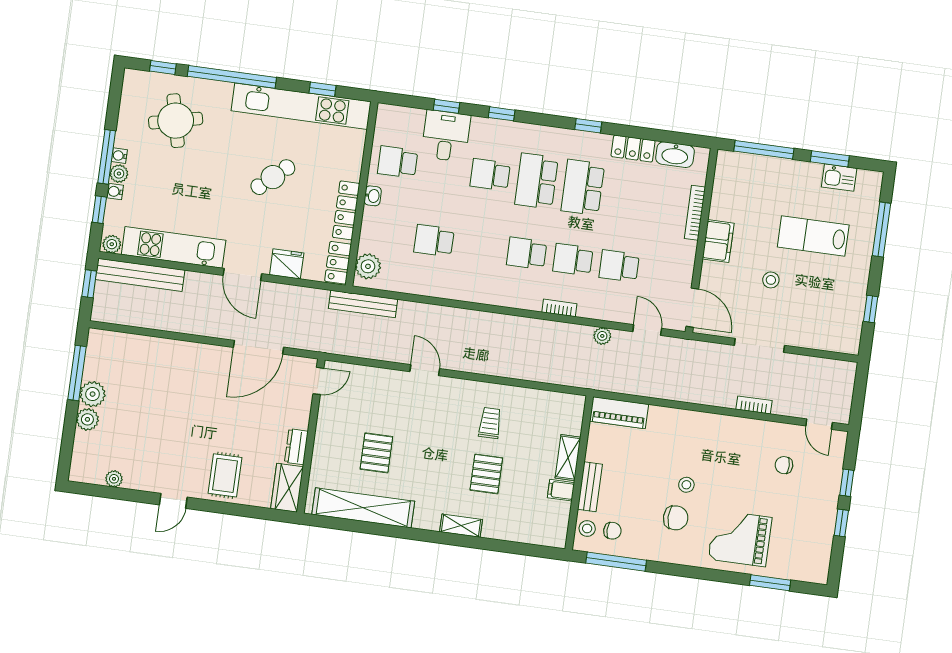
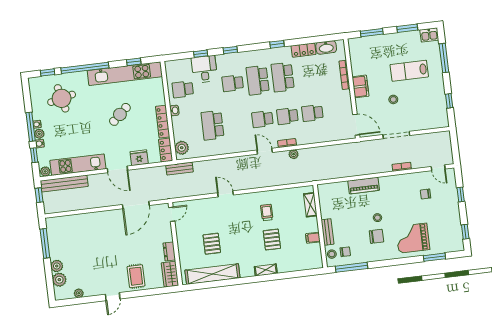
window: (764, 150) -> (372, 33), width x0.69
kitchen sink: (839, 178) -> (429, 35), moved
school desk: (434, 241) -> (213, 125), width x1.85
bench: (363, 304) -> (180, 169), width x0.73
door: (647, 330) -> (265, 151), moved
plant: (602, 336) -> (294, 154), moved
plant: (93, 394) -> (59, 280), moved
piano: (619, 413) -> (364, 186), moved
shelving: (568, 458) -> (310, 205), moved
window: (841, 523) -> (465, 232), moved

